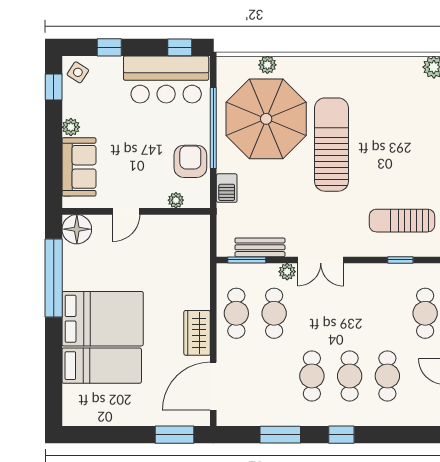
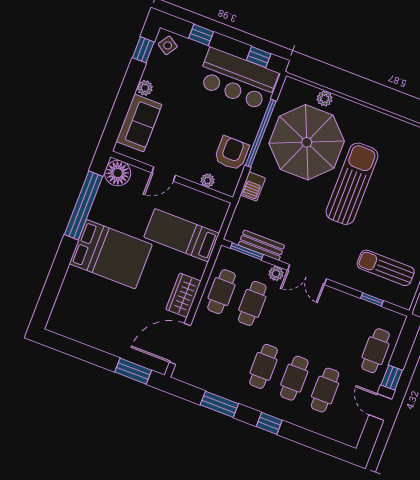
bed: (102, 366) -> (182, 235), moved, turned 180

